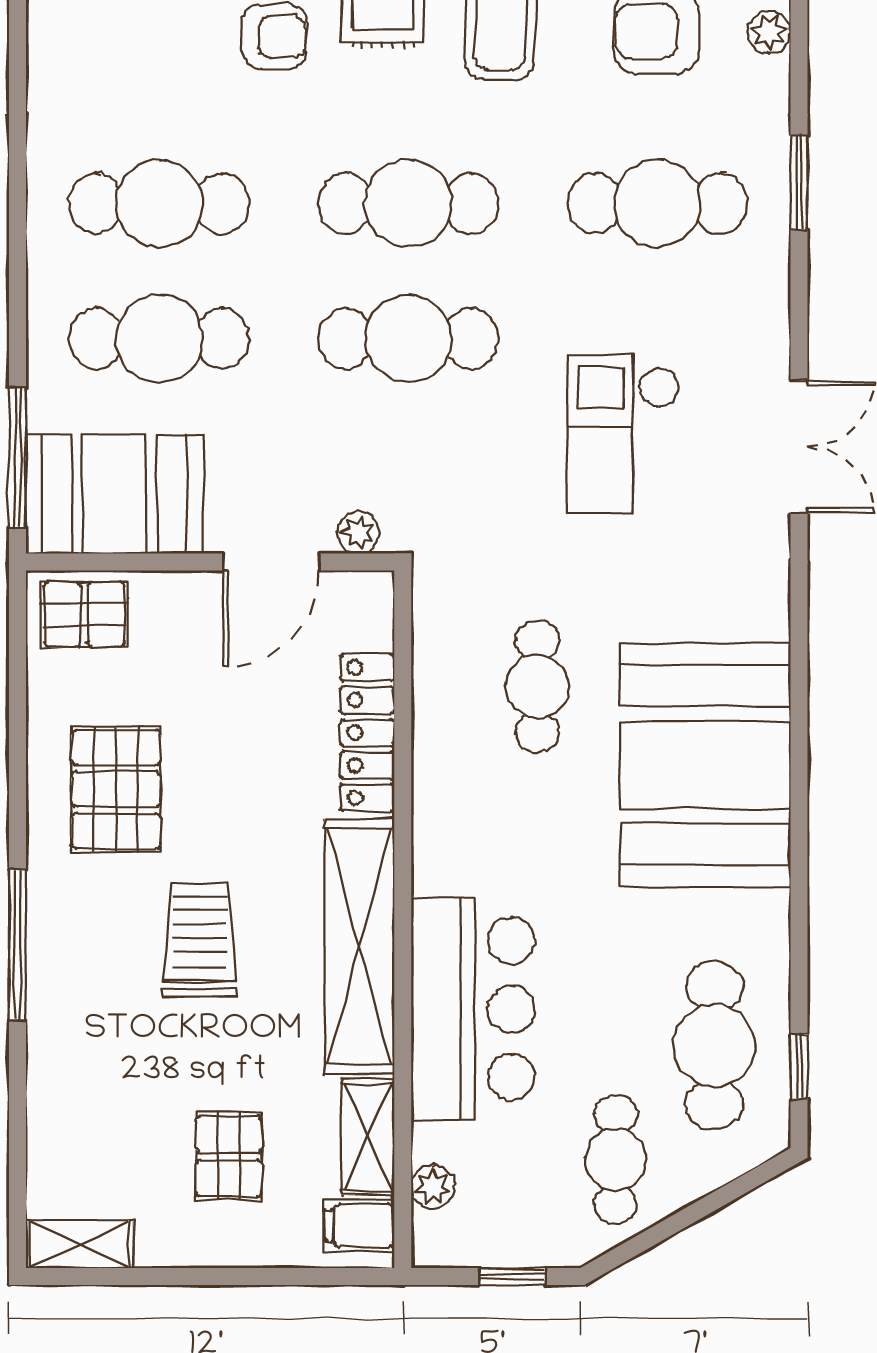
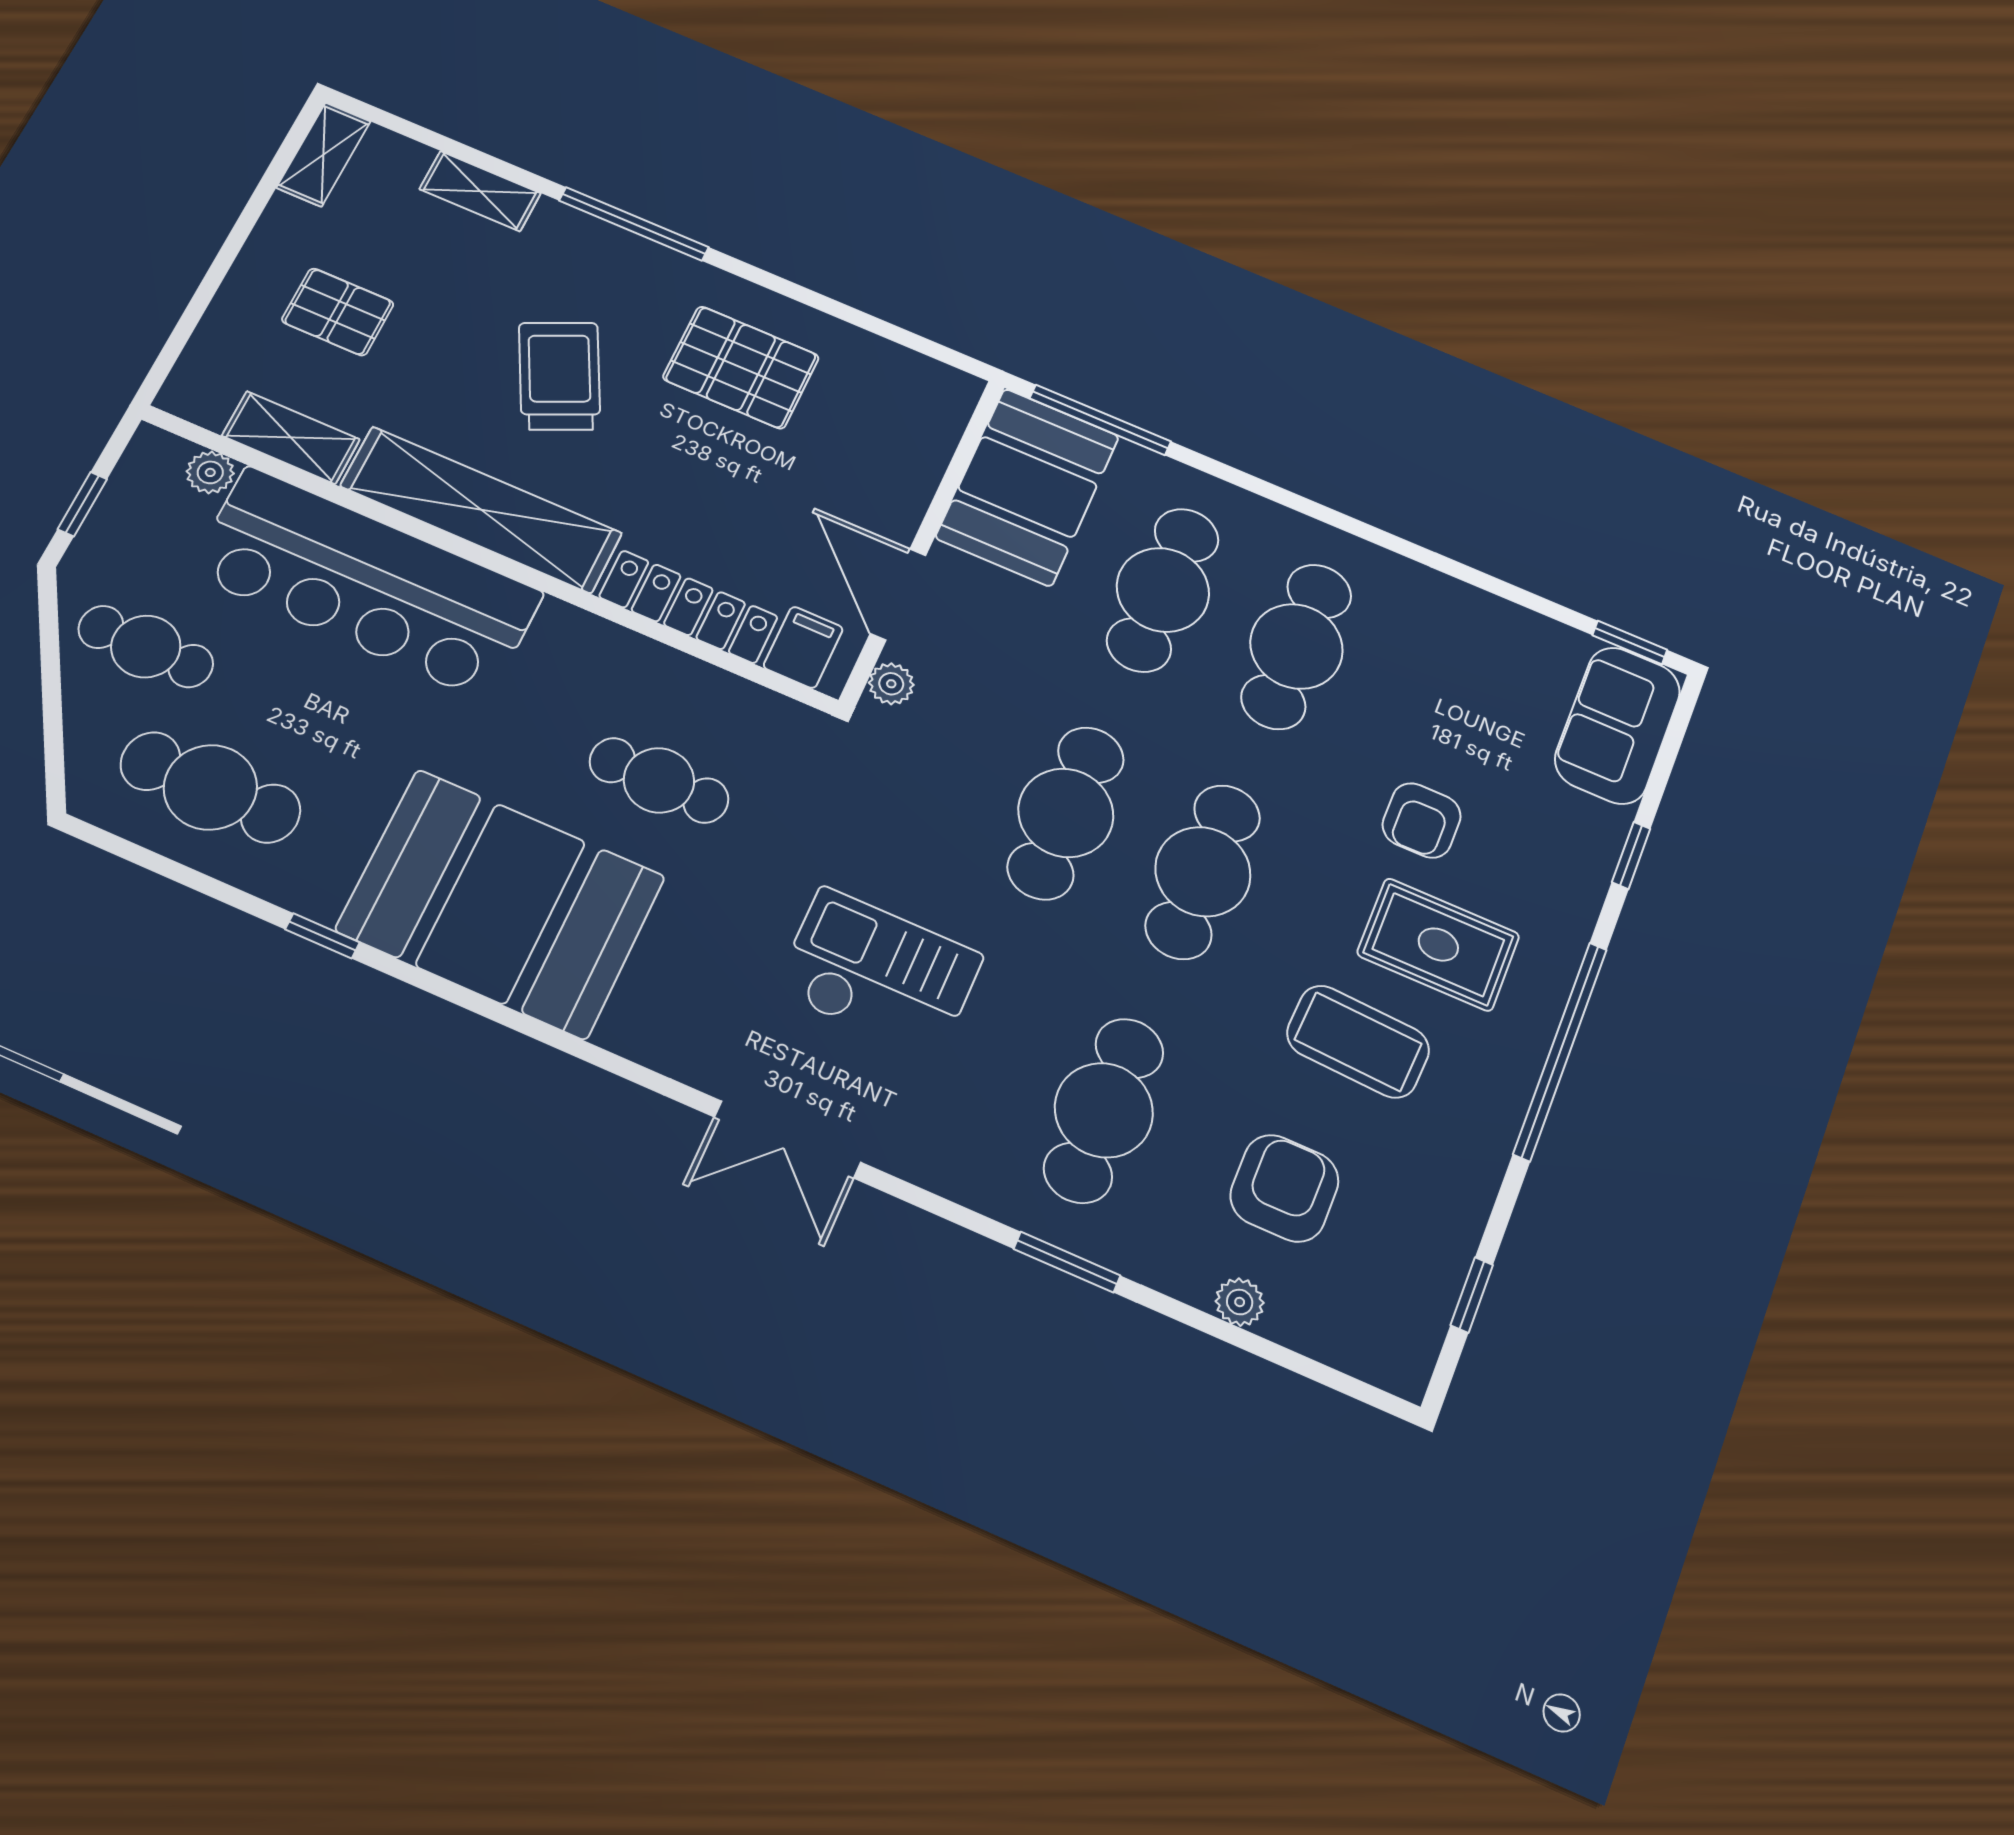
pallet: (84, 614) -> (923, 412), removed
trolley: (200, 940) -> (560, 376), turned -116
bar counter: (473, 1009) -> (366, 583), width x1.36
window: (799, 1066) -> (322, 936), moved
shelving: (50, 1092) -> (480, 191), added
filing cabinet: (359, 1226) -> (803, 647), moved

